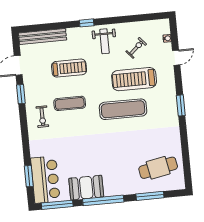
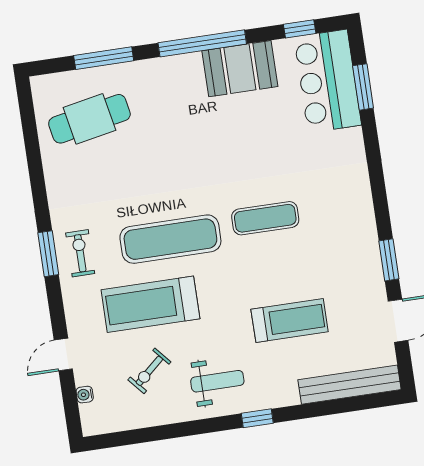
weight bench: (104, 41) -> (217, 381), turned 90
treadmill: (69, 68) -> (290, 320), turned 180
treadmill: (134, 79) -> (150, 304), turned 180
exercise mat: (70, 103) -> (265, 218), moved
exercise bike: (42, 117) -> (80, 253), moved
window: (57, 205) -> (300, 29), width x0.46

